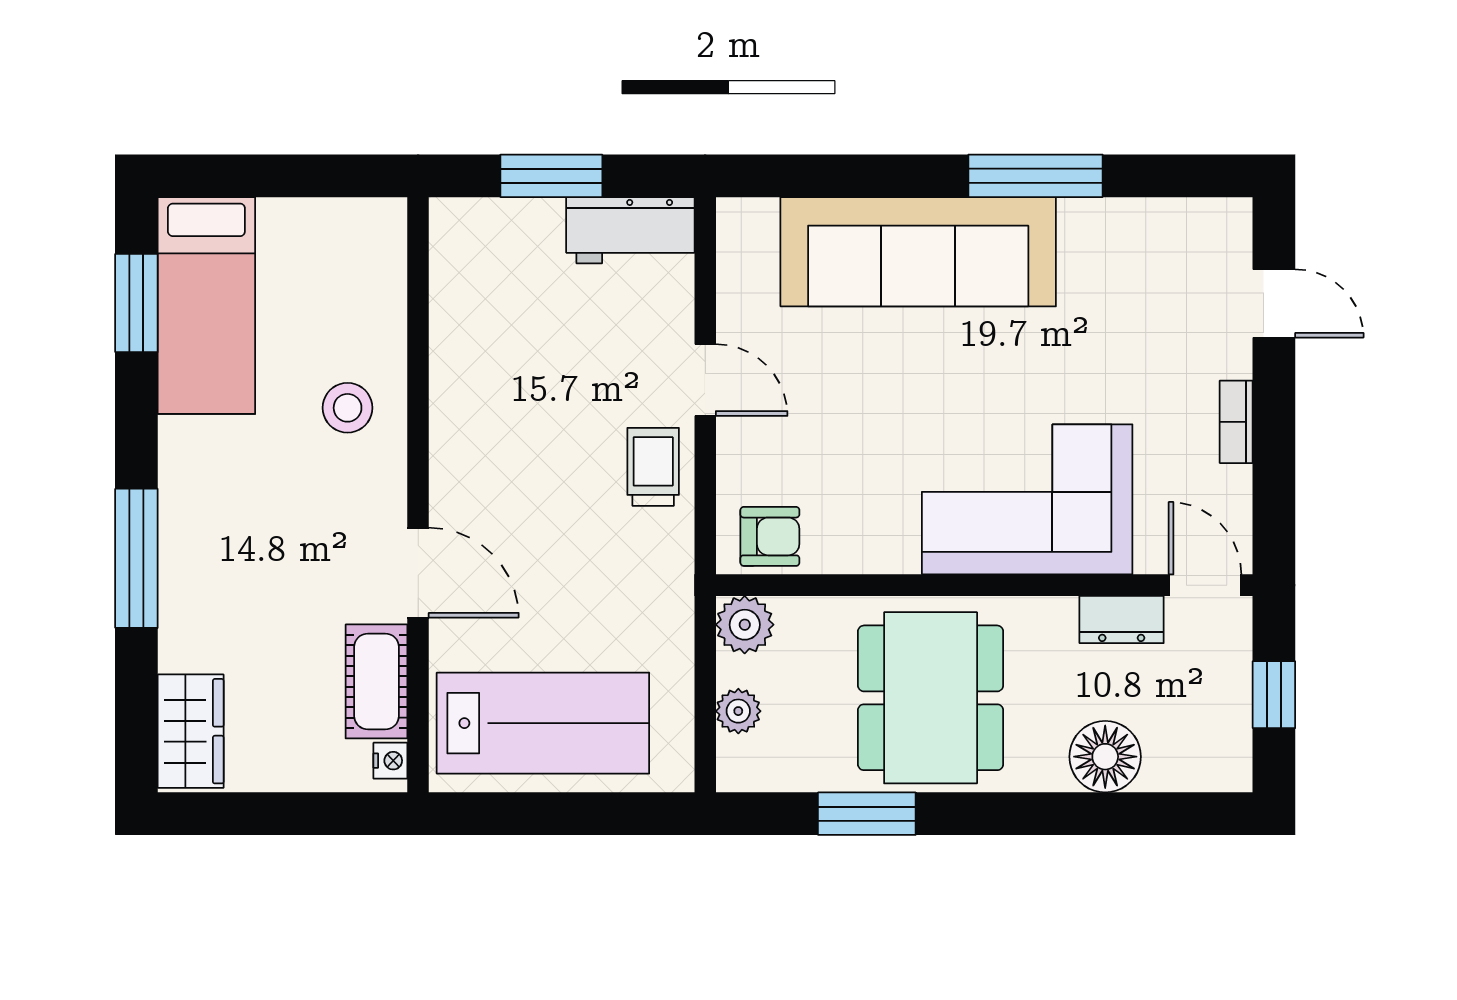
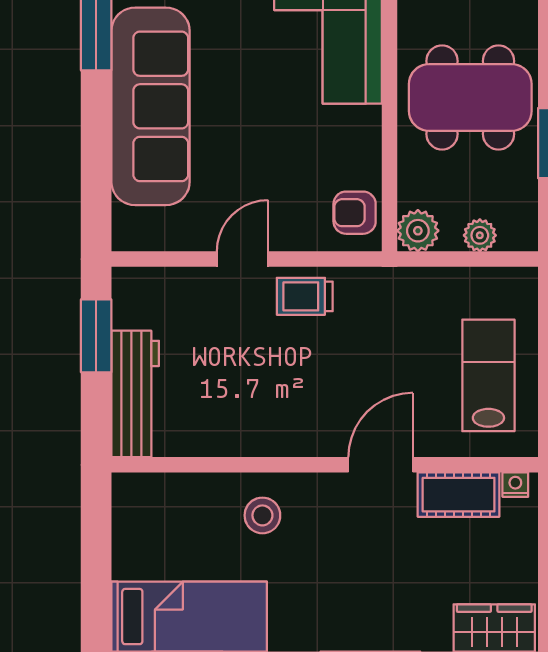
window: (551, 176) -> (96, 336), moved
workbench: (630, 230) -> (135, 394), moved, width x1.38
armchair: (770, 536) -> (355, 213), turned -90
lab bench: (543, 723) -> (488, 375), width x0.73, depth x0.72

